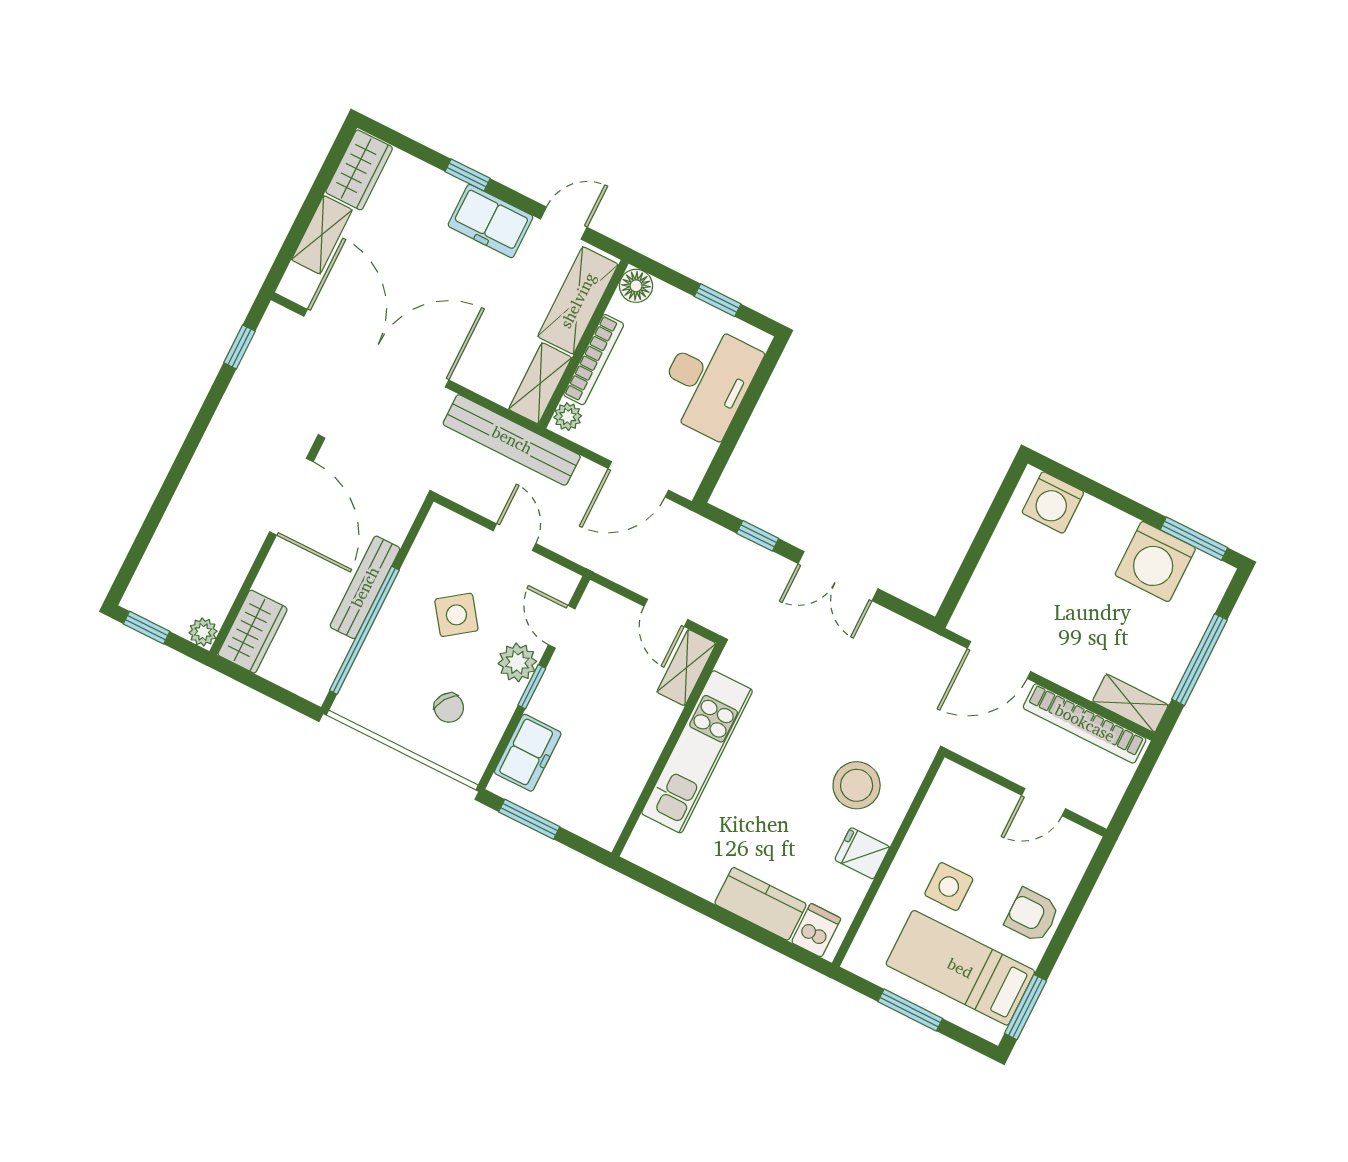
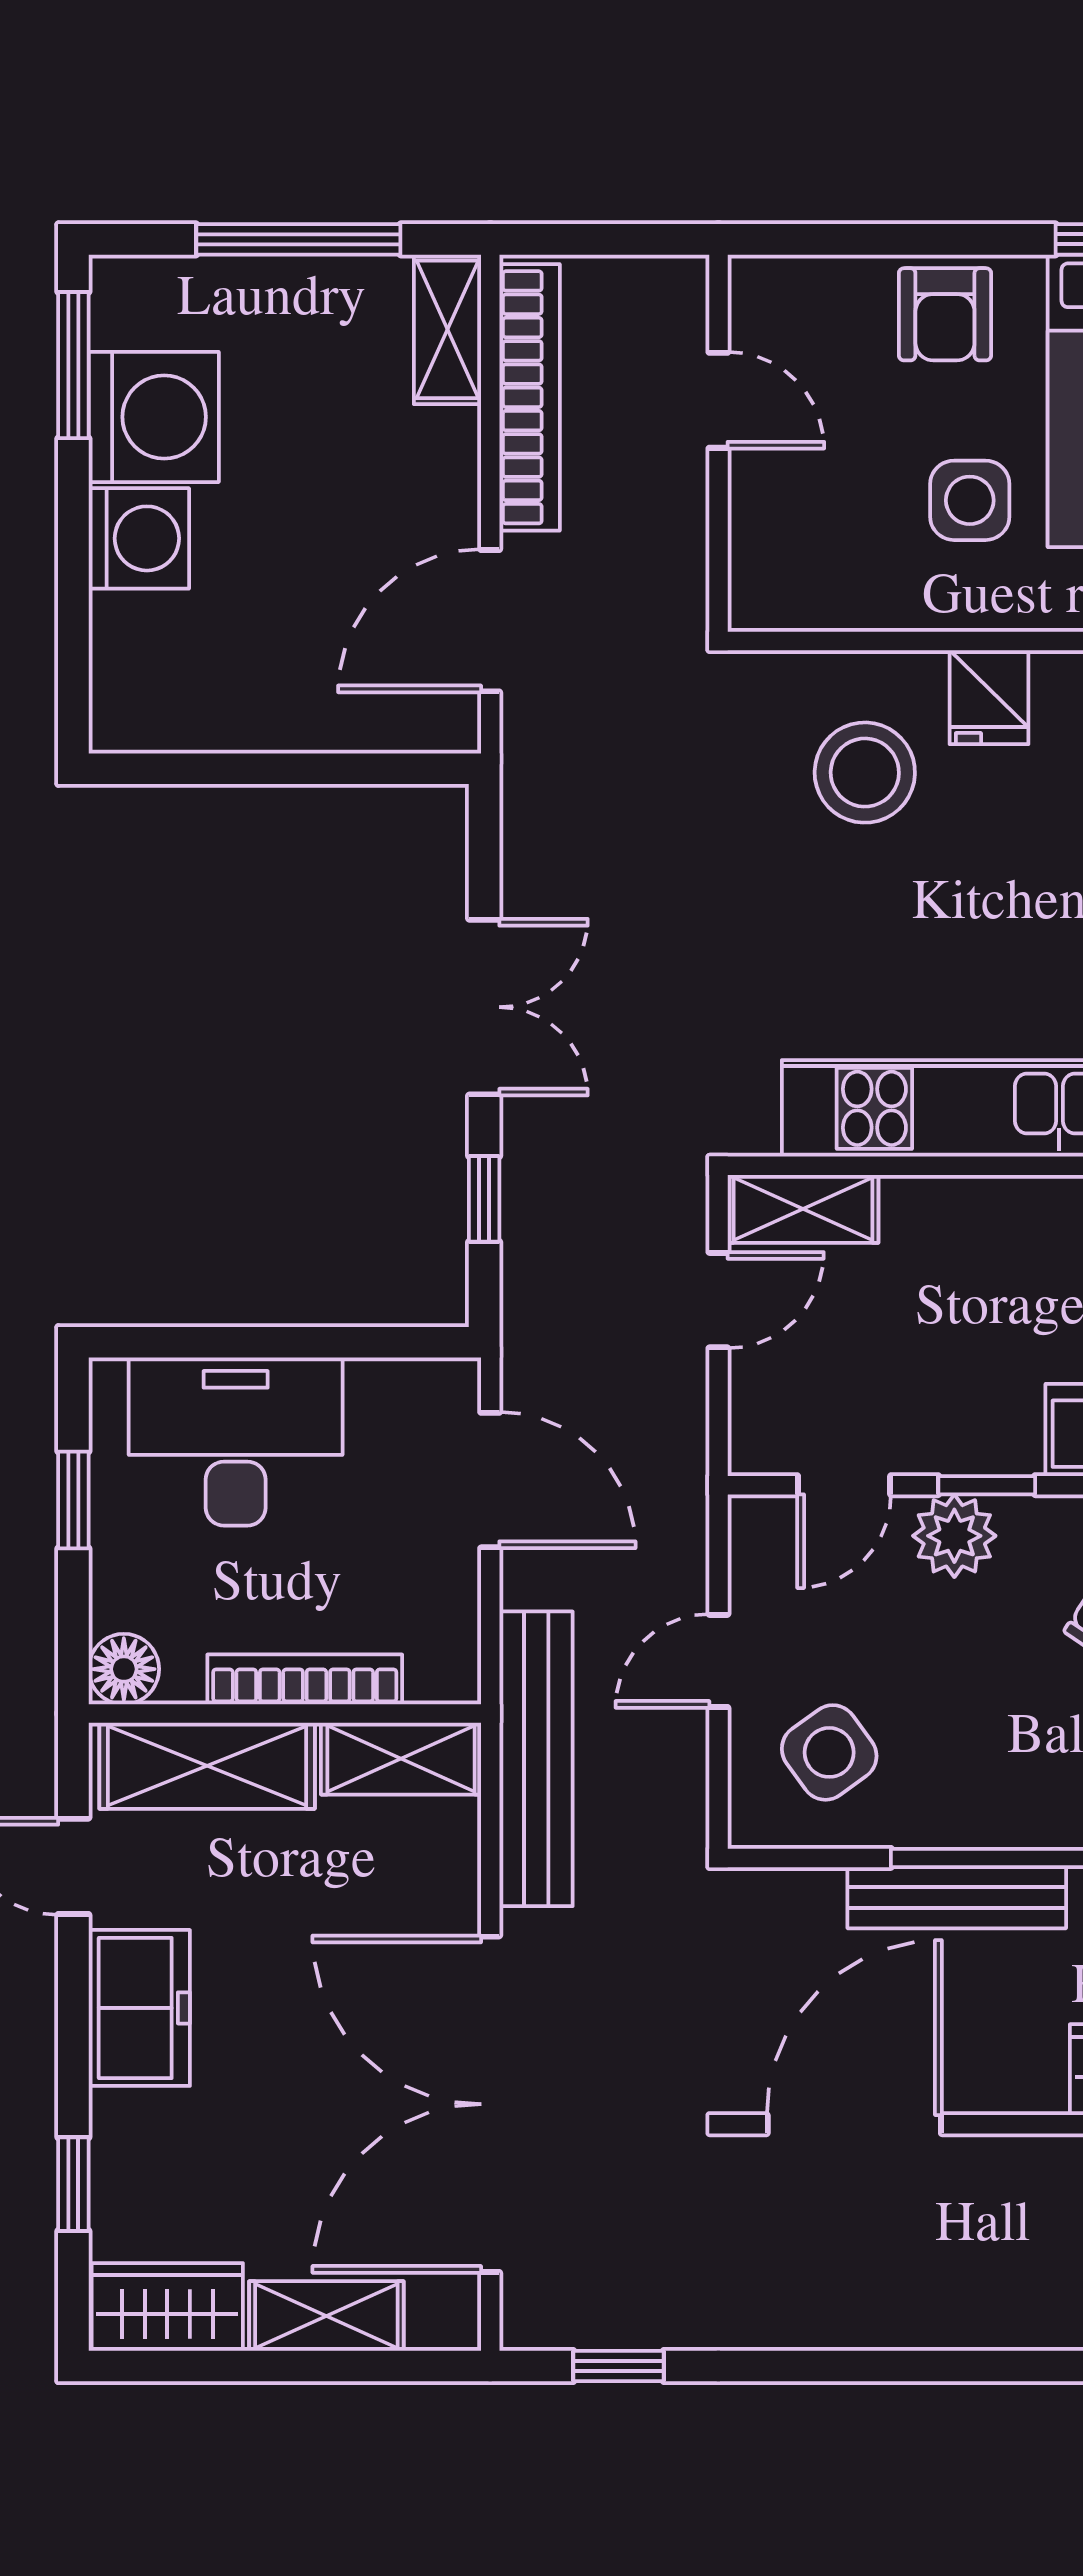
window: (468, 175) -> (73, 2184), moved
plant: (568, 417) -> (438, 1674), removed
washing machine: (1053, 502) -> (139, 538), moved
side table: (456, 615) -> (829, 1752), moved
door: (999, 660) -> (490, 621), swing flipped

